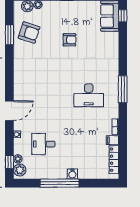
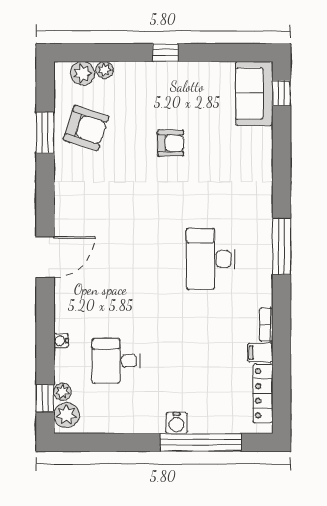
desk: (89, 95) -> (211, 259), turned 90
door: (9, 111) -> (45, 257), moved
window: (60, 183) -> (201, 442), moved

